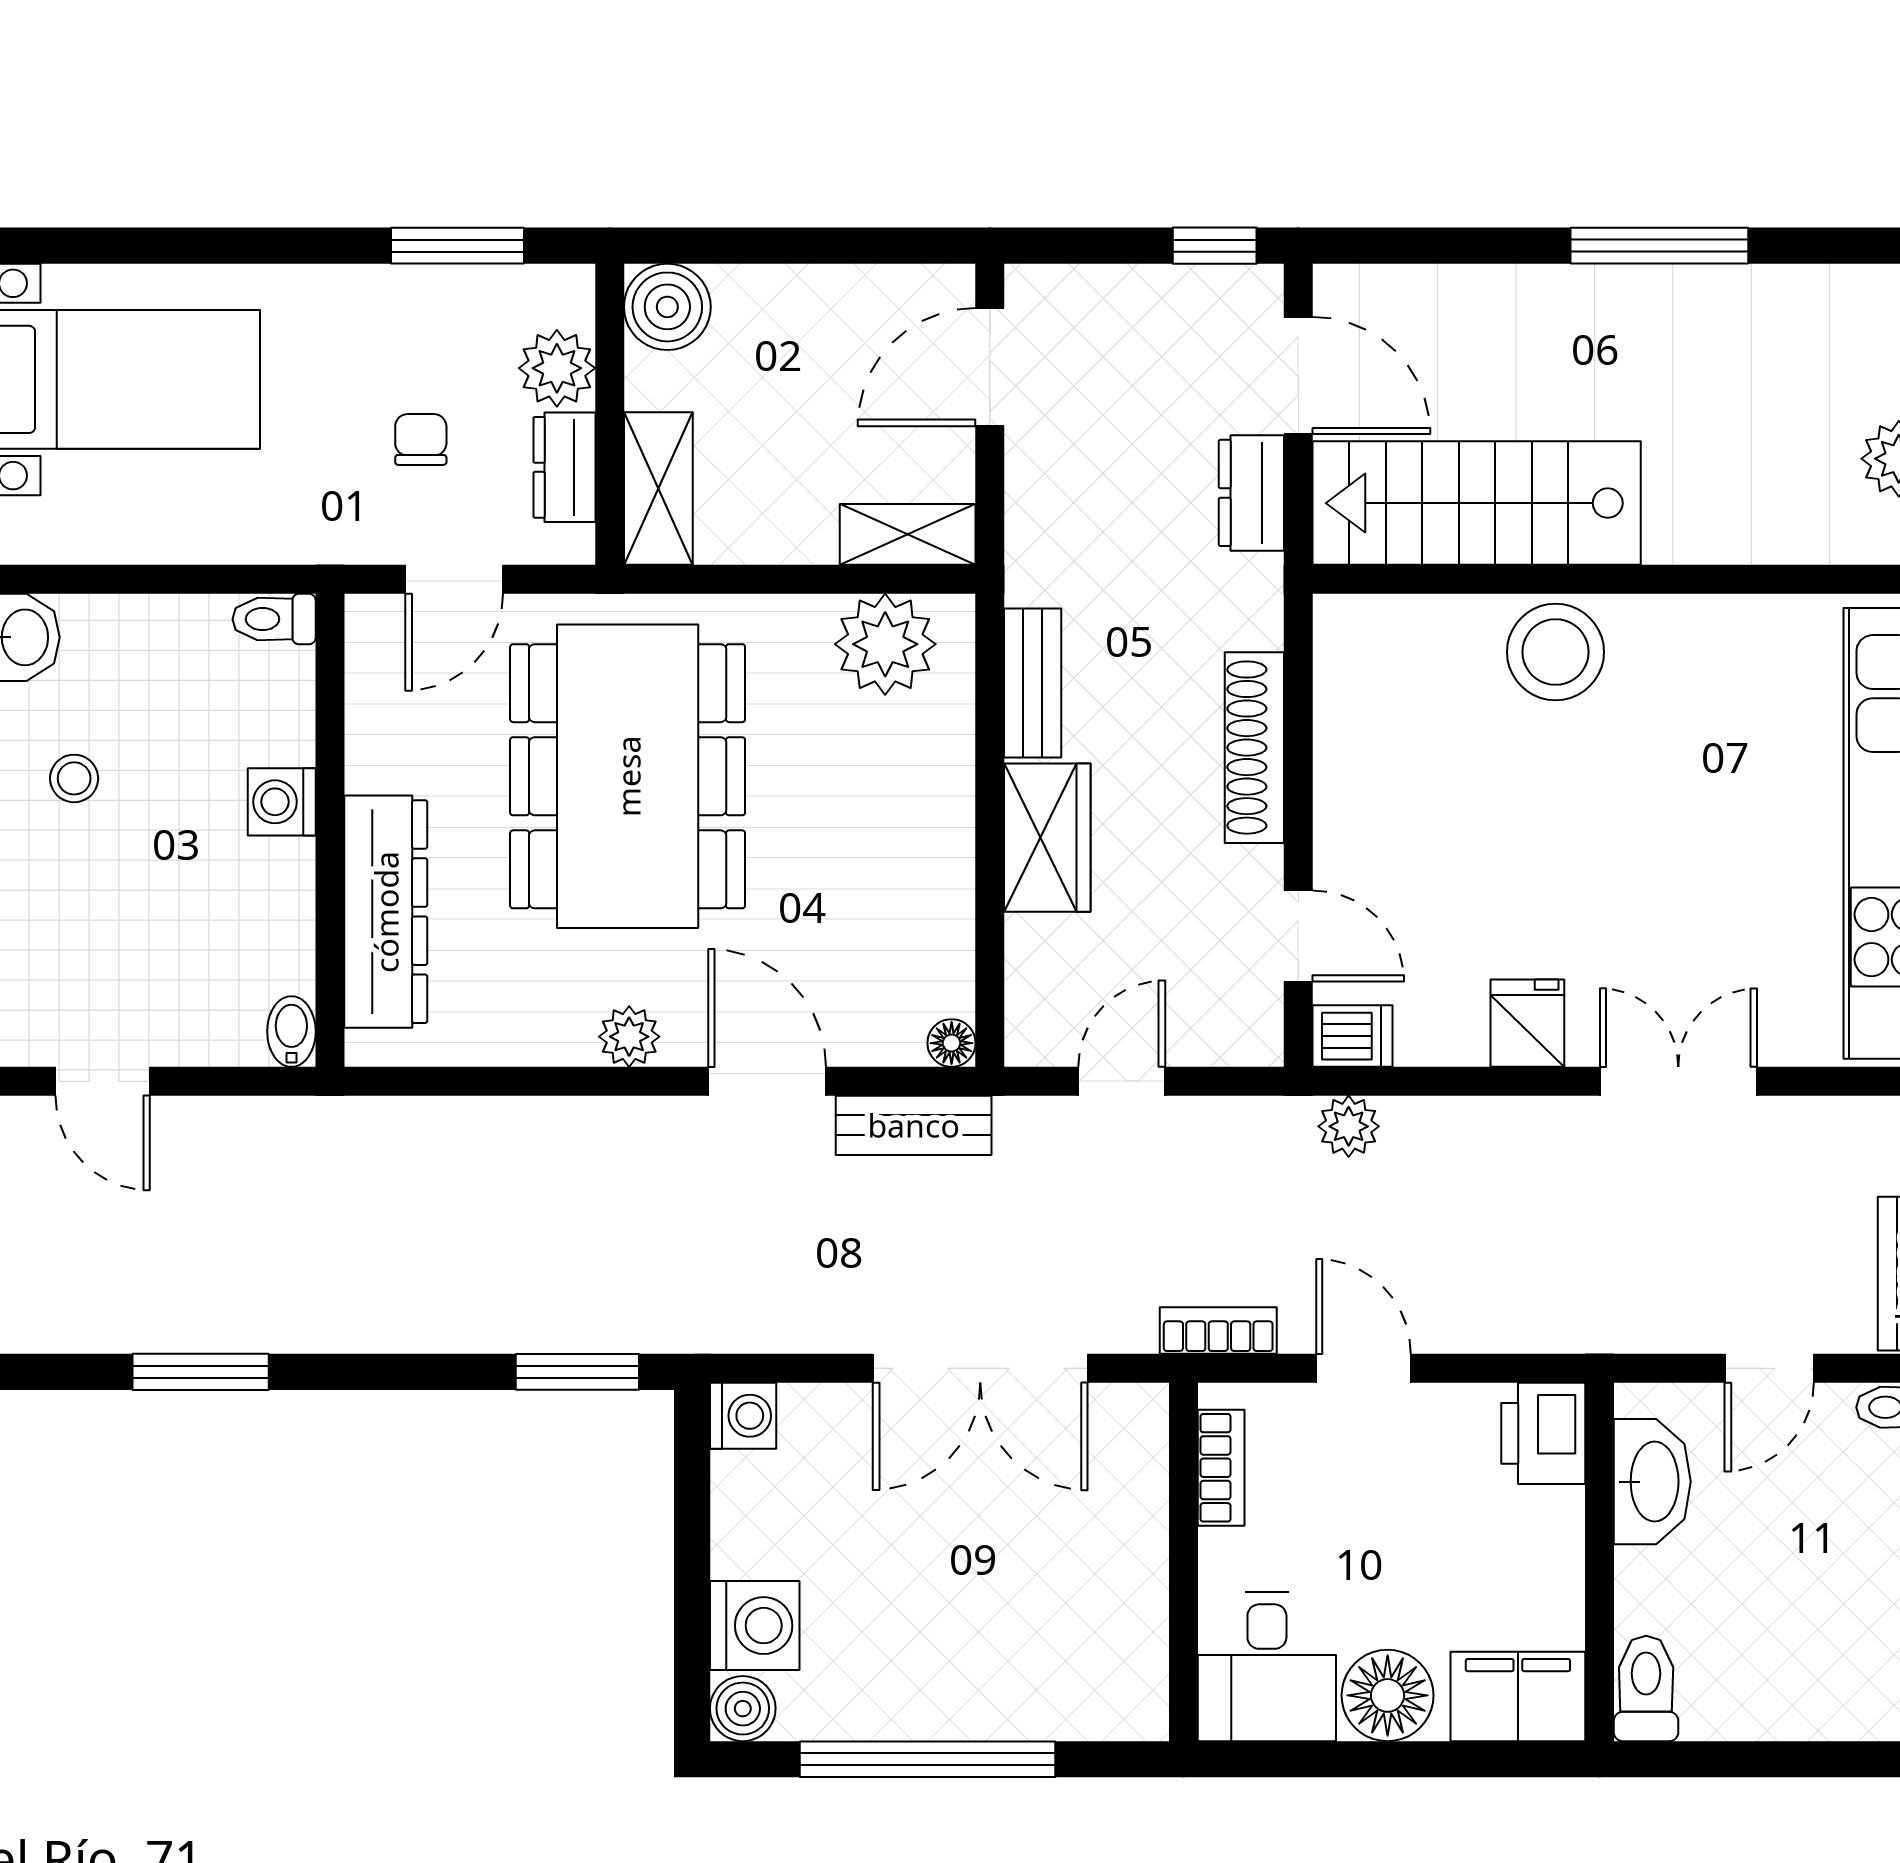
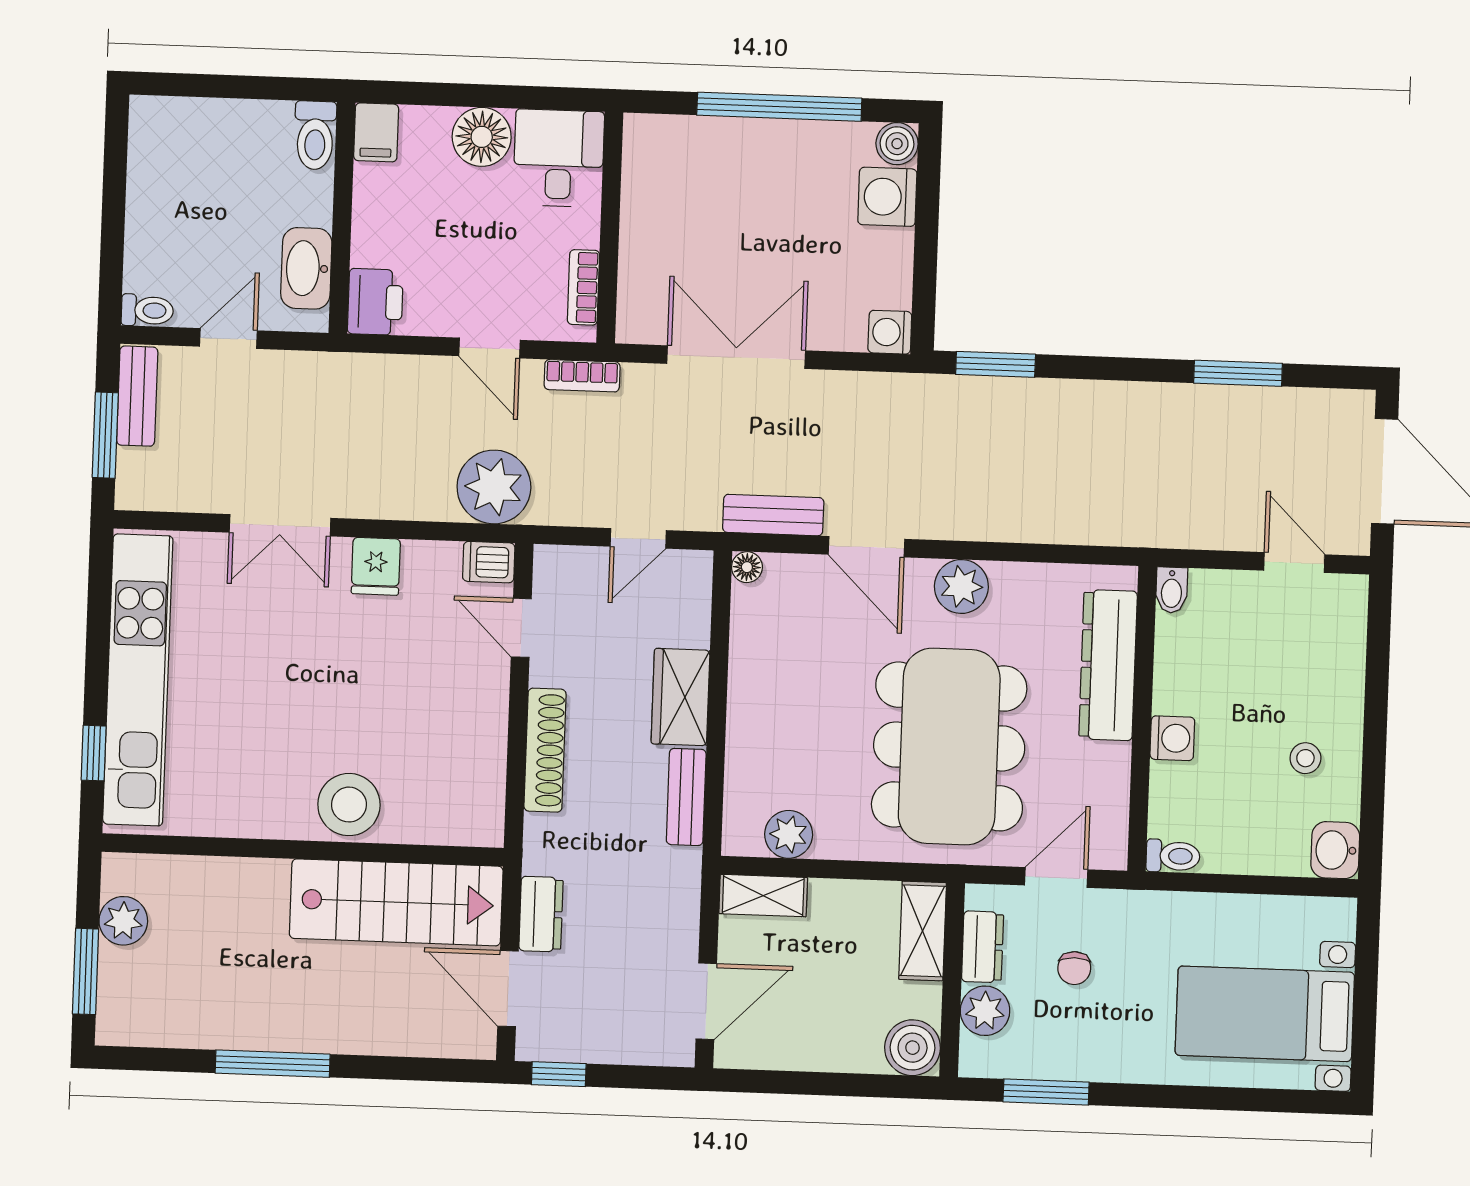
plant: (885, 644) -> (789, 834), width x0.73, depth x0.73
plant: (629, 1037) -> (961, 587), width x1.38, depth x1.38
plant: (1349, 1126) -> (494, 487), width x1.87, depth x1.87
filing cabinet: (1518, 1696) -> (376, 132), width x0.50

